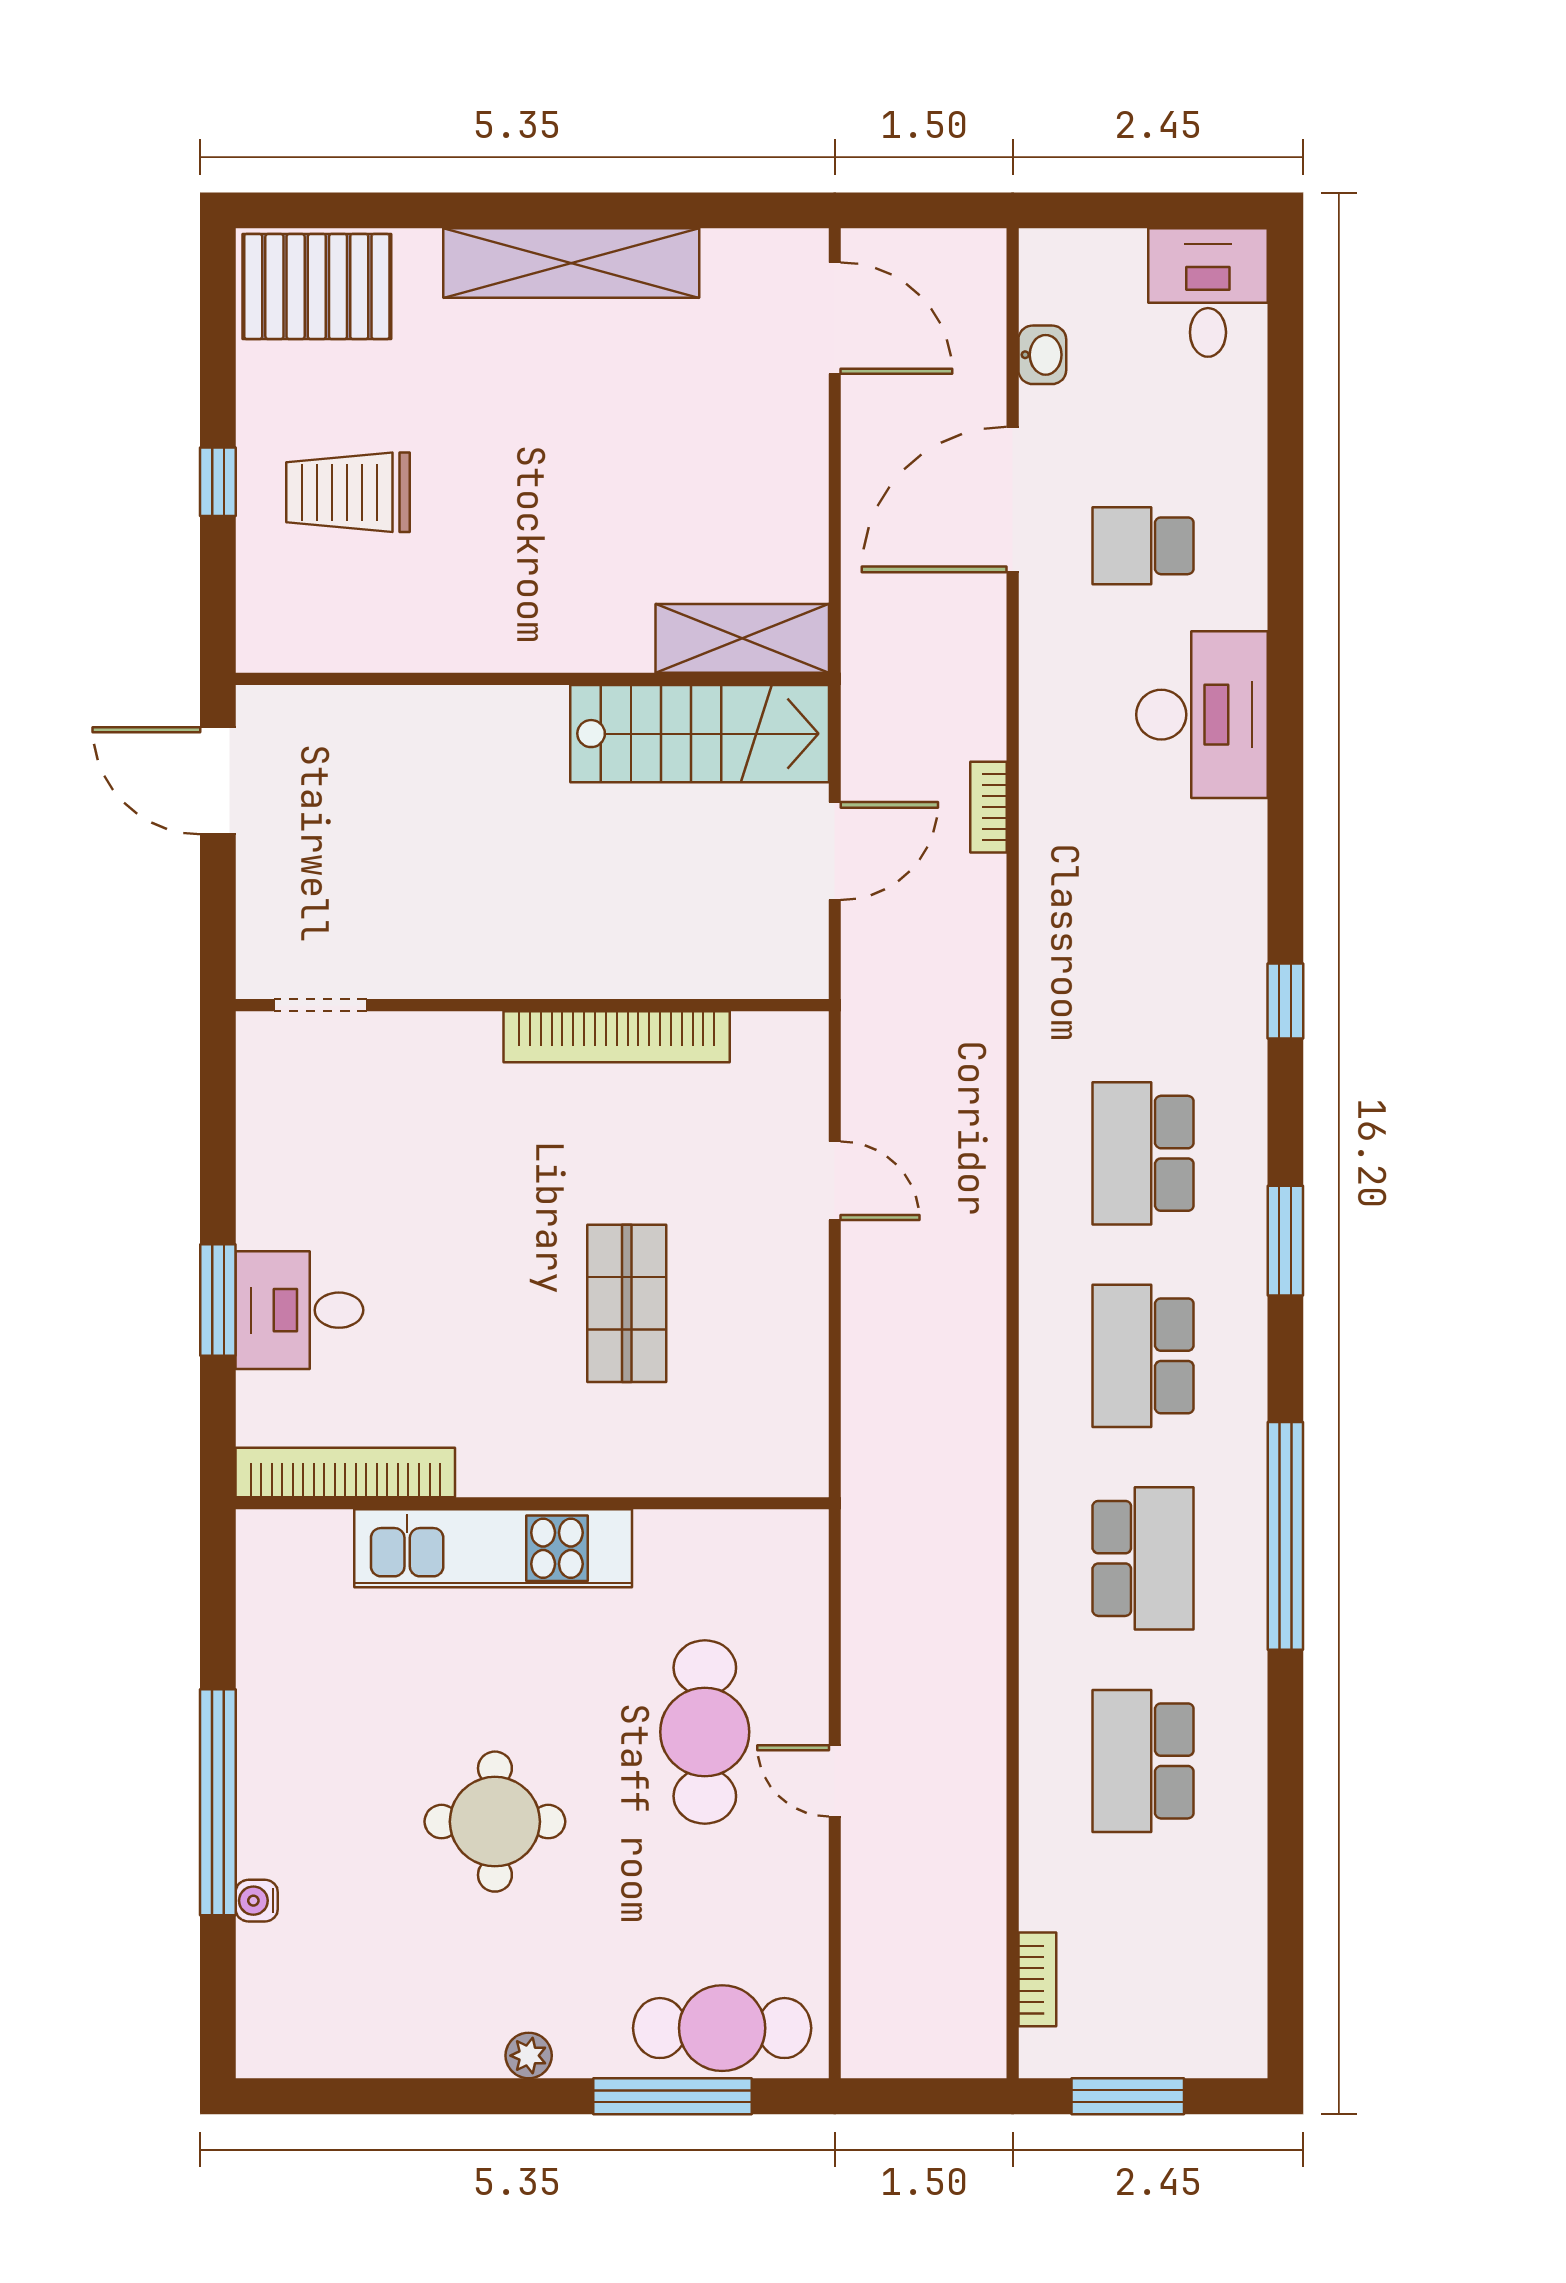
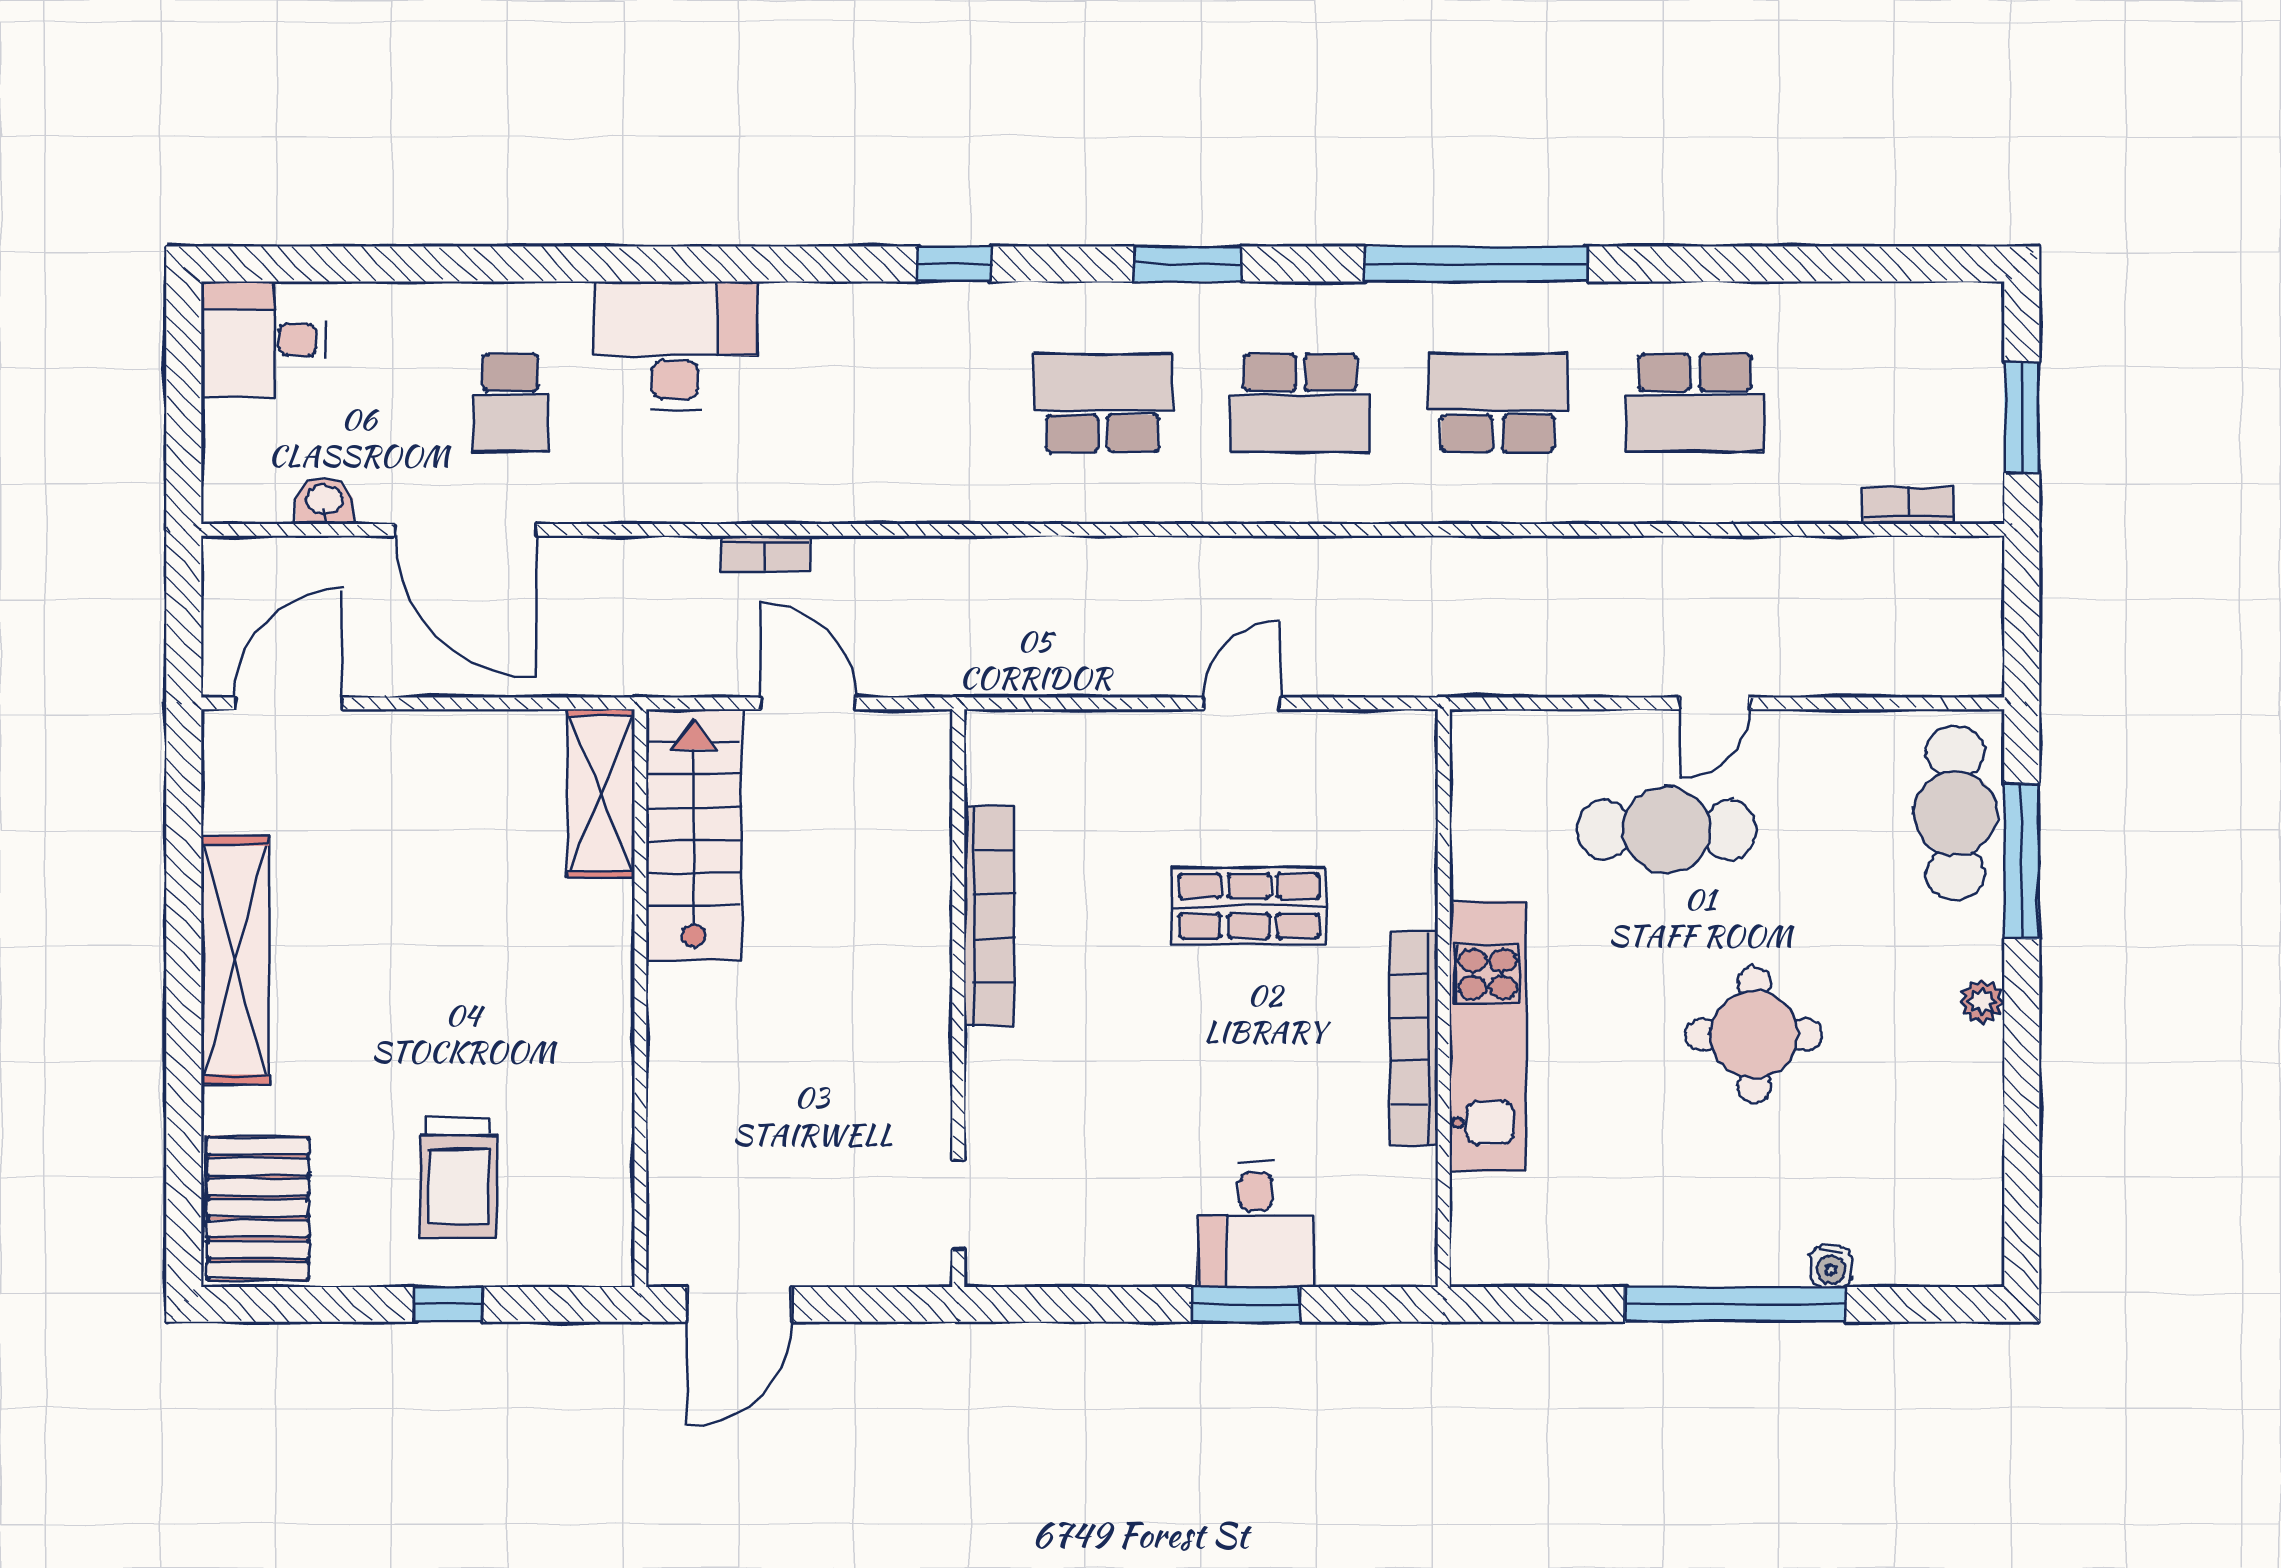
school desk: (1143, 1153) -> (1103, 403), turned 180
door: (835, 1181) -> (1242, 703), moved
bookcase: (345, 1472) -> (1414, 1039), moved

